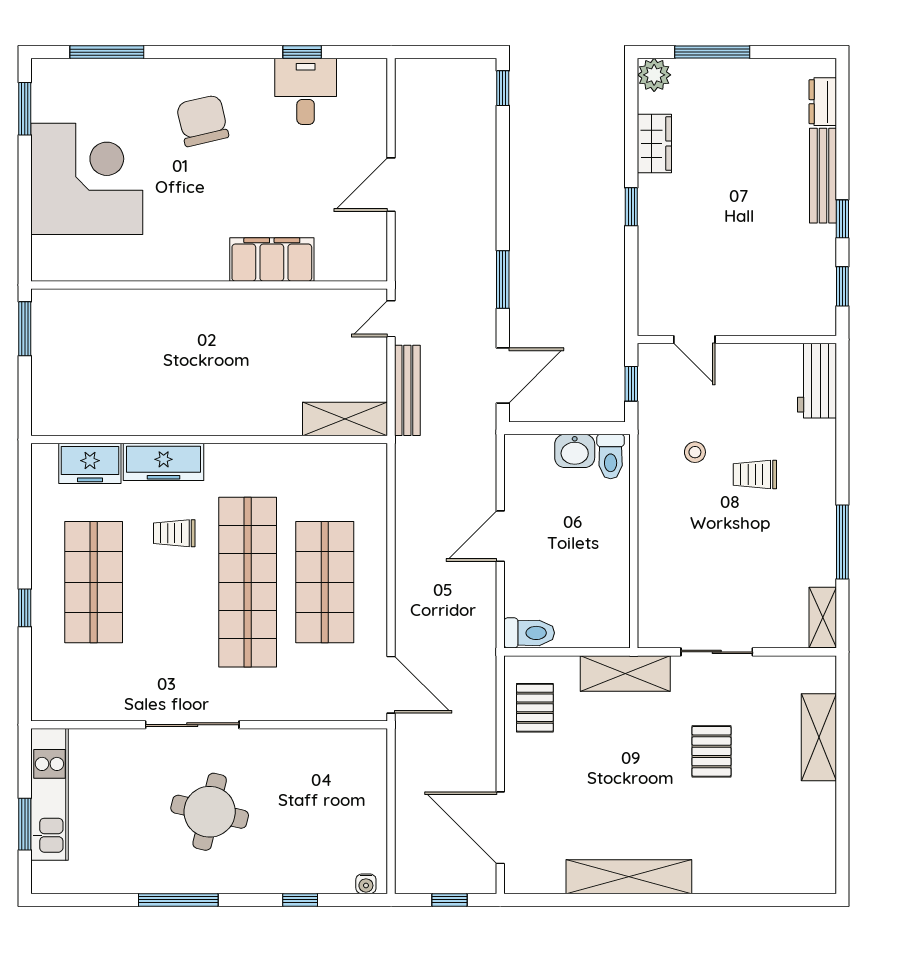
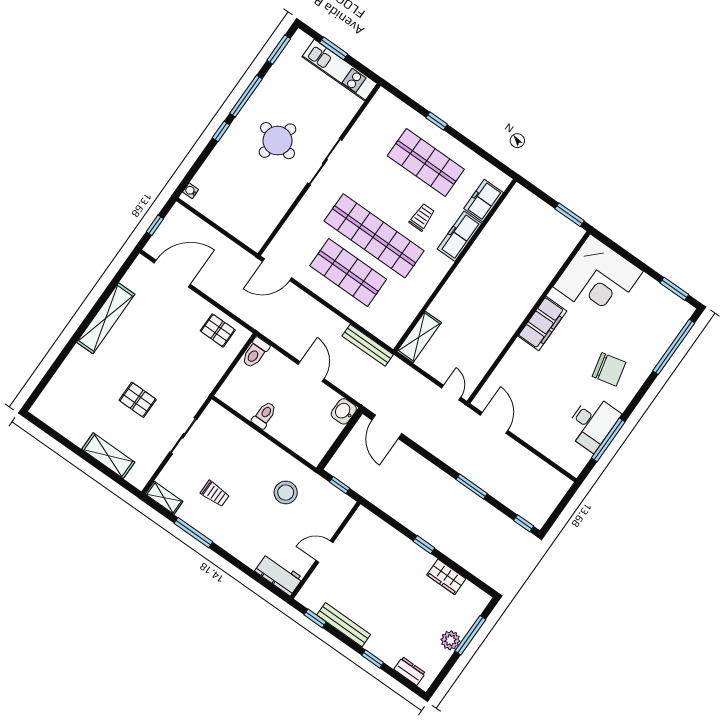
window: (107, 52) -> (674, 347), width x1.46
window: (302, 52) -> (608, 440), width x2.17
plant: (654, 75) -> (450, 640), moved
desk: (306, 91) -> (592, 423), width x1.37
bench: (823, 176) -> (344, 625), moved
corner desk: (87, 179) -> (598, 279), moved
door: (391, 185) -> (494, 423), moved
window: (842, 219) -> (373, 659), moved
filing cabinet: (272, 260) -> (542, 324), moved
window: (503, 280) -> (472, 487), moved
door: (694, 340) -> (324, 552), moved
bench: (407, 390) -> (368, 345), moved
washbasin: (575, 451) -> (344, 411), moved
stool: (695, 452) -> (286, 492), width x1.89, depth x1.89
toilet: (611, 457) -> (264, 415), moved, turned 90
trolley: (755, 475) -> (215, 494), moved, turned 90
shelving: (625, 673) -> (204, 385), removed
window: (81, 900) -> (279, 50), added
window: (300, 900) -> (221, 131), moved

